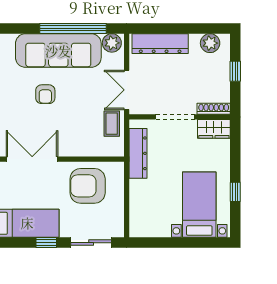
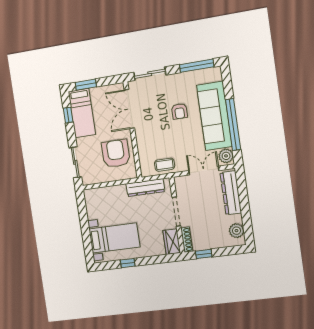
window: (235, 71) -> (204, 254), moved
double door: (127, 90) -> (204, 171), moved
armchair: (45, 94) -> (179, 111), turned -90
double door: (32, 159) -> (129, 109), swing flipped
window: (46, 243) -> (68, 115), moved

